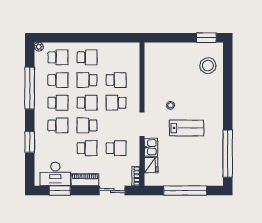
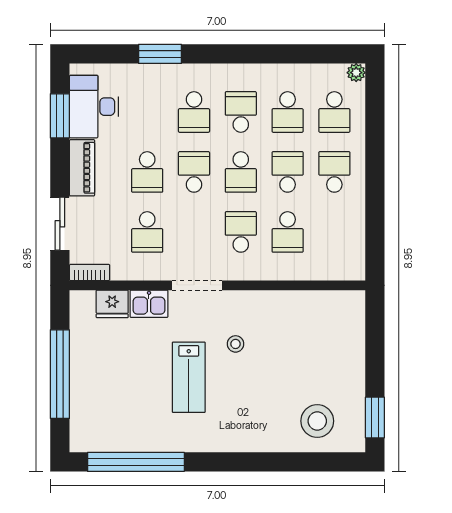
school desk: (87, 57) -> (334, 172), turned 180
window: (30, 88) -> (271, 54), removed
school desk: (58, 103) -> (241, 112), turned 180

